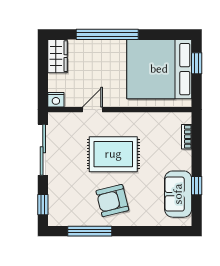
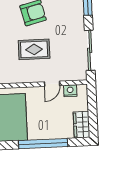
nightstand: (56, 100) -> (70, 91), moved
rug: (113, 154) -> (34, 49), width x0.73, depth x0.70

